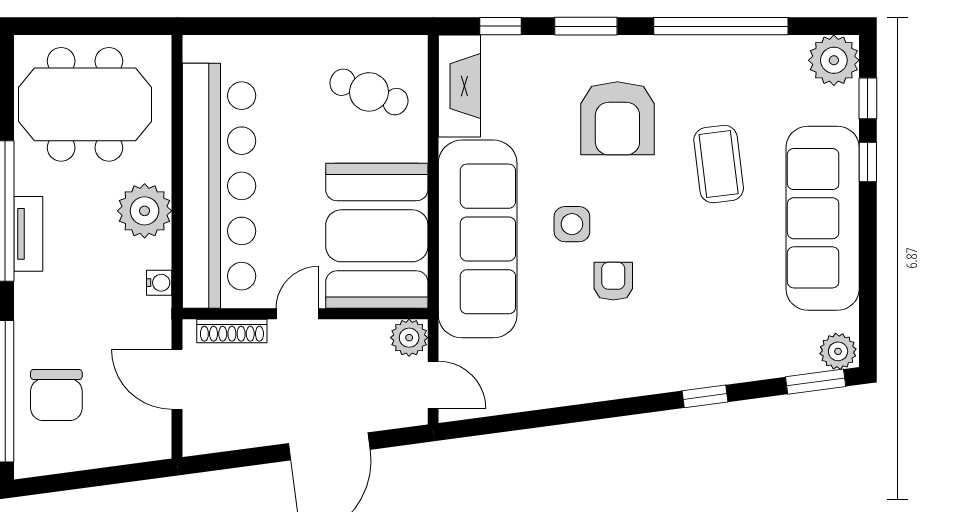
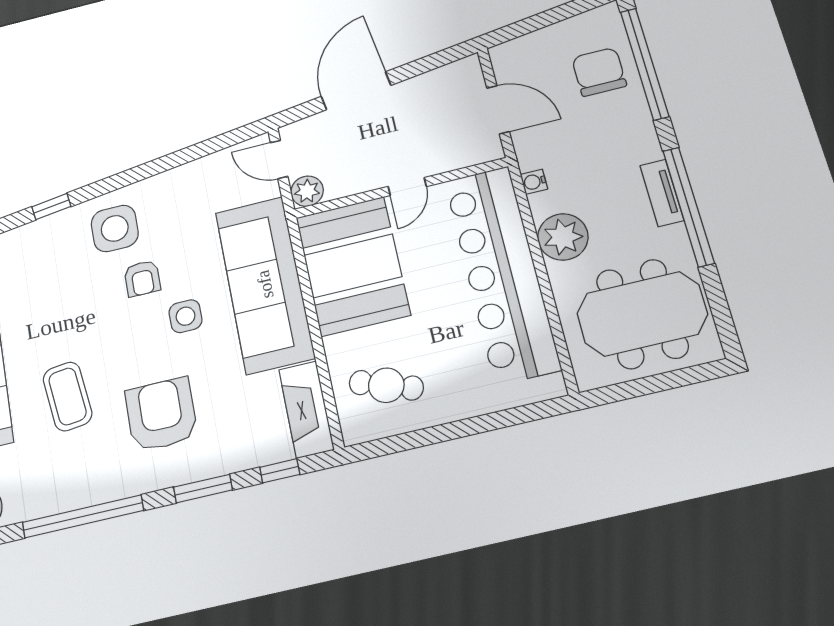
shoe rack: (232, 331) -> (460, 159), removed
side table: (635, 350) -> (115, 228), added

